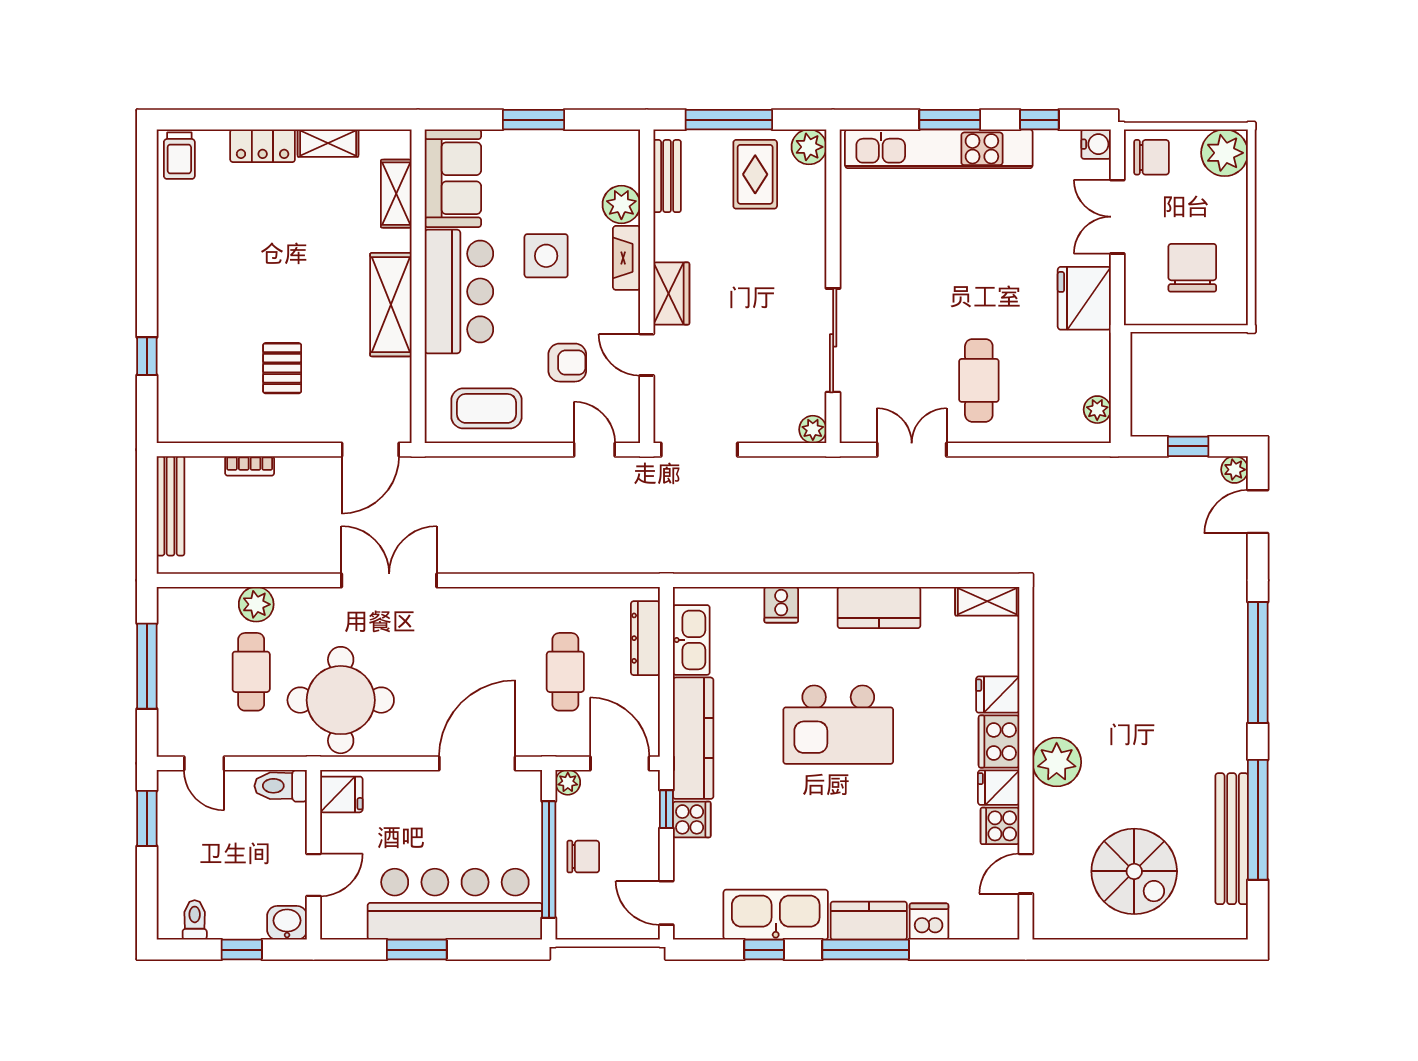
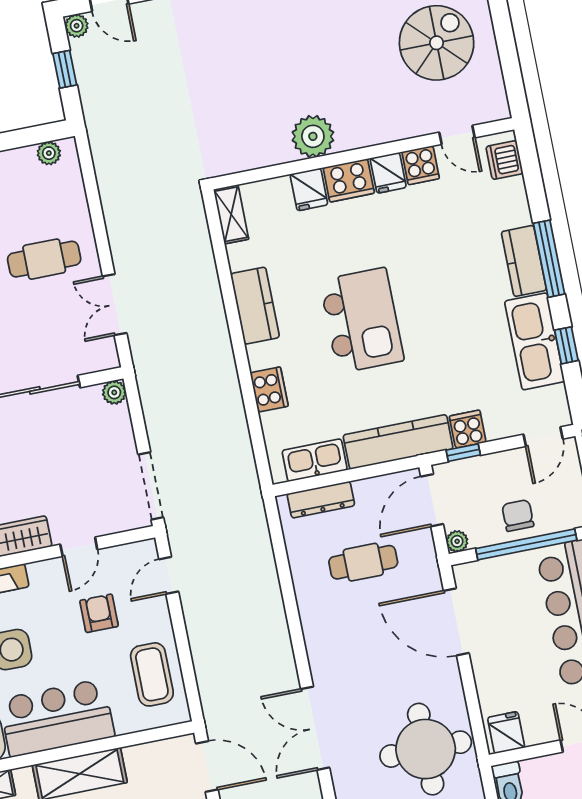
cooker: (781, 605) -> (269, 389), width x1.36
plant: (1057, 762) -> (313, 136), moved
dishwasher: (929, 922) -> (504, 160), moved

